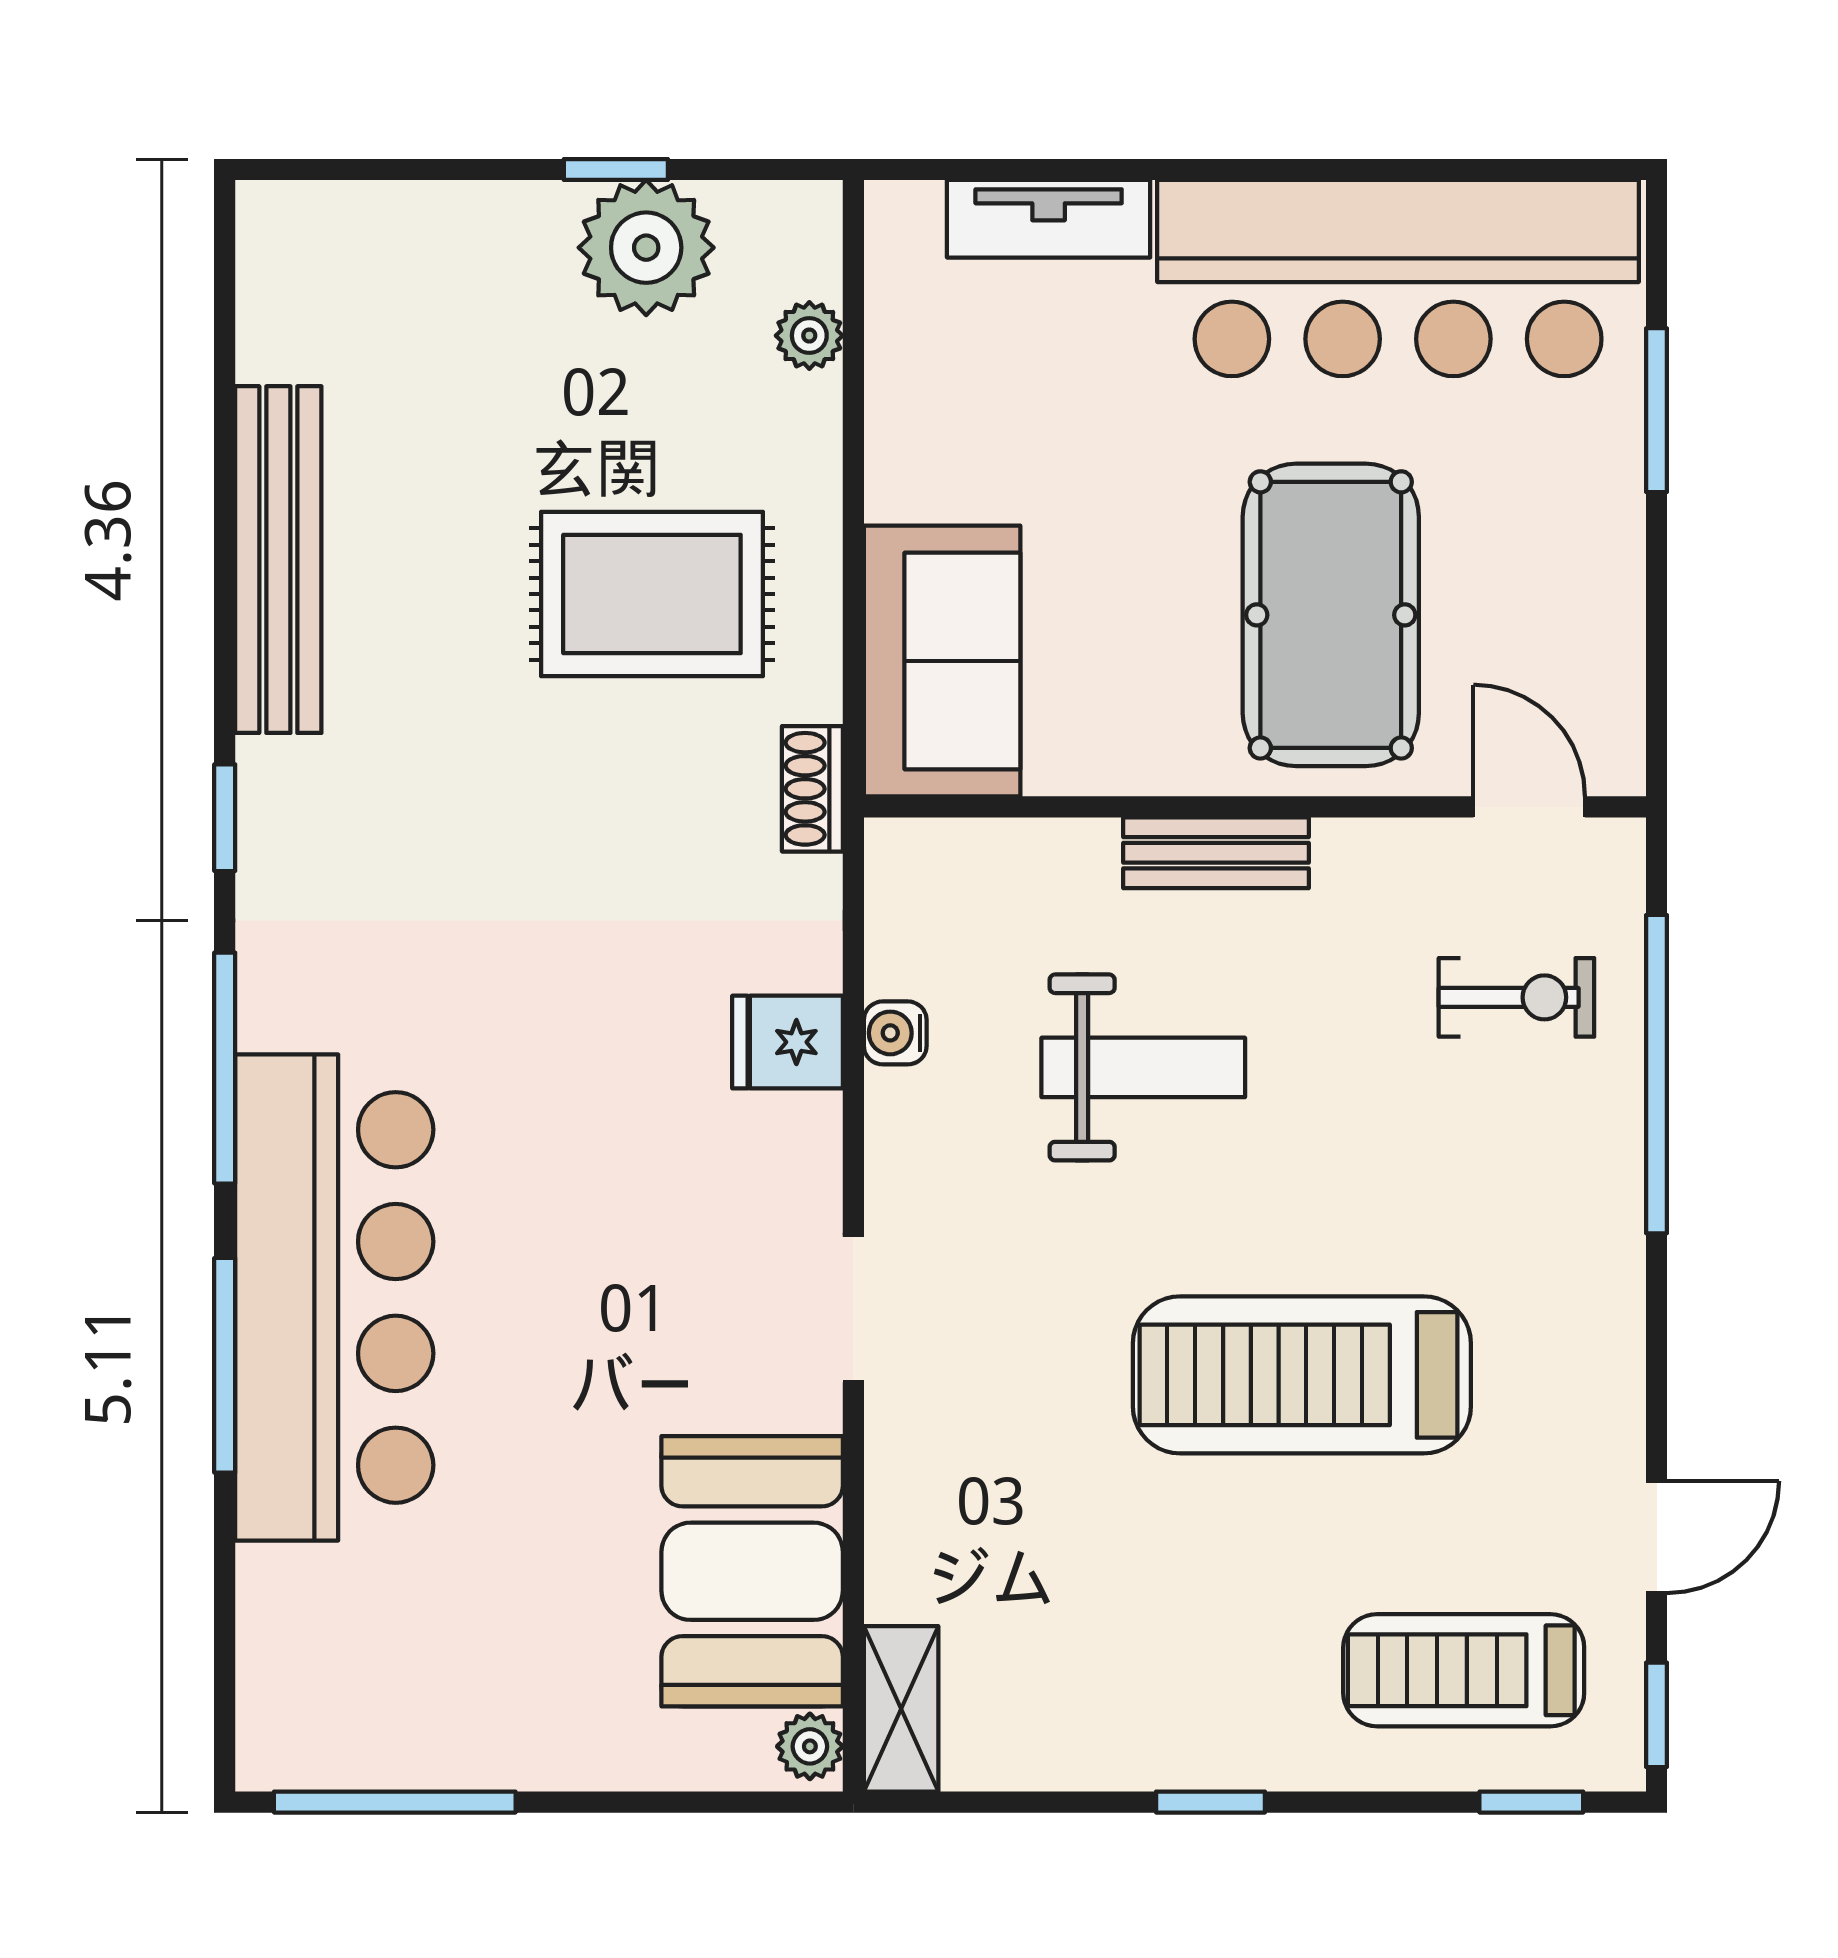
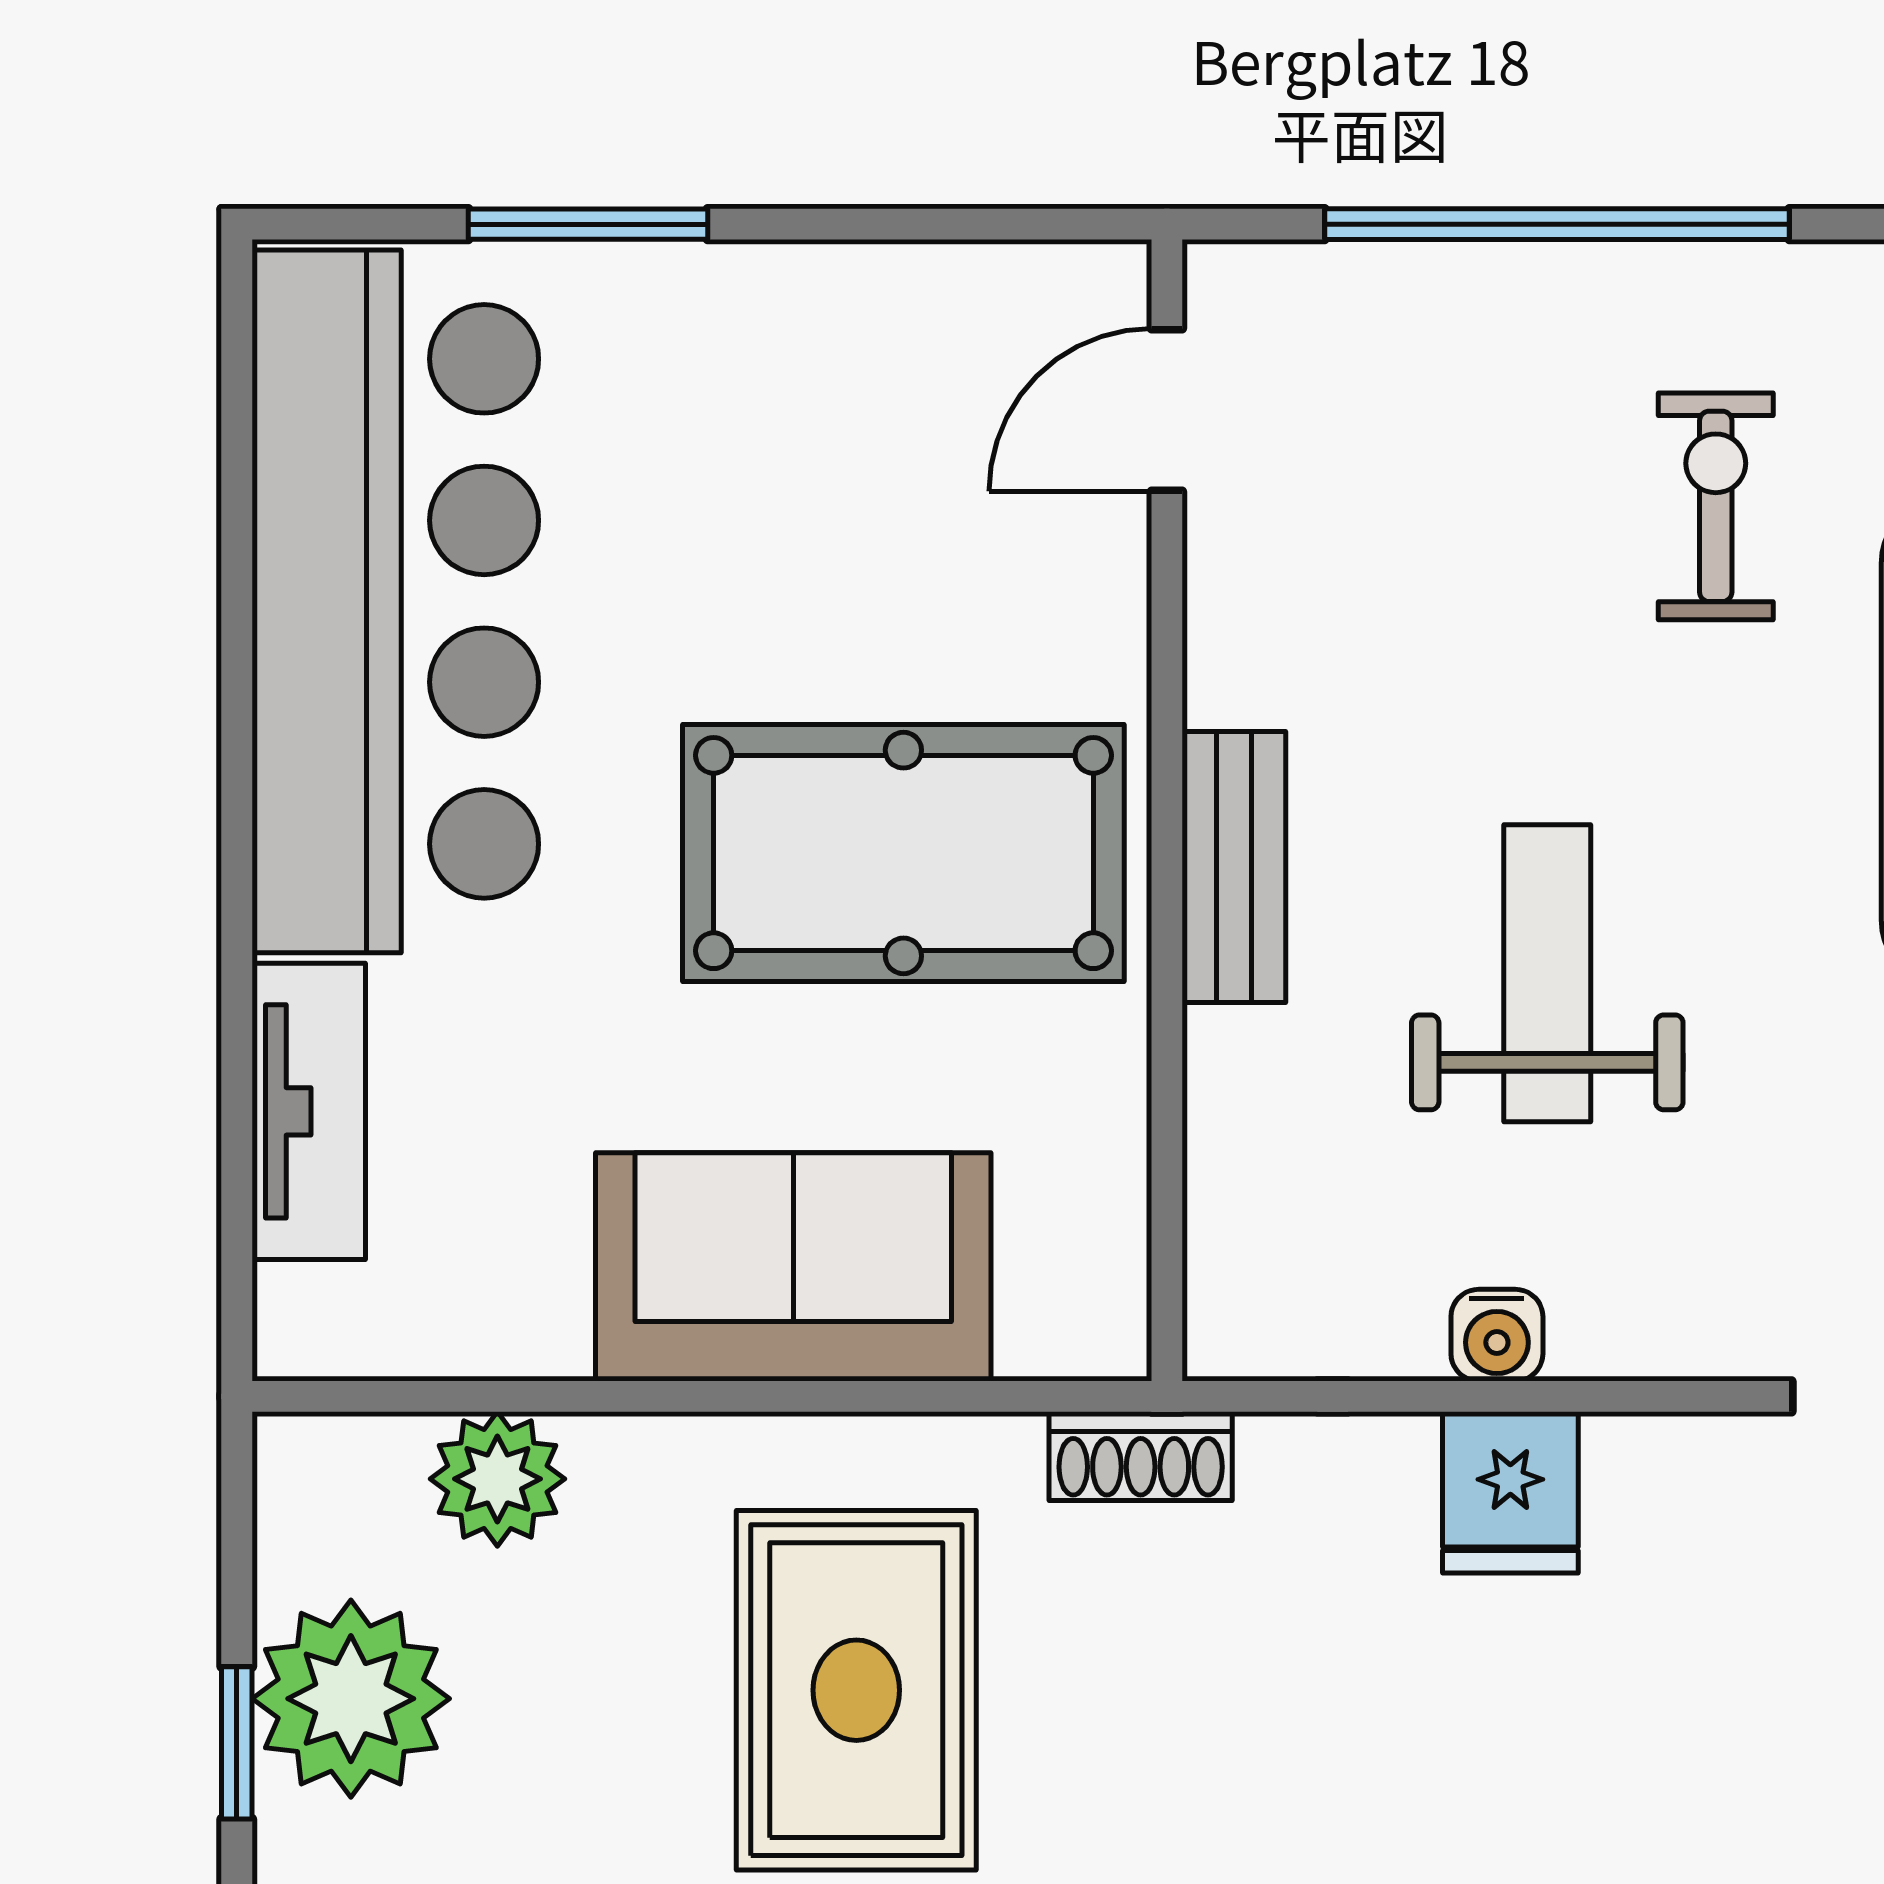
plant: (809, 336) -> (497, 1479), width x1.38, depth x1.38
pool table: (1331, 615) -> (903, 853), moved
sofa: (942, 661) -> (793, 1267), moved
exercise bike: (1516, 997) -> (1716, 506), moved

